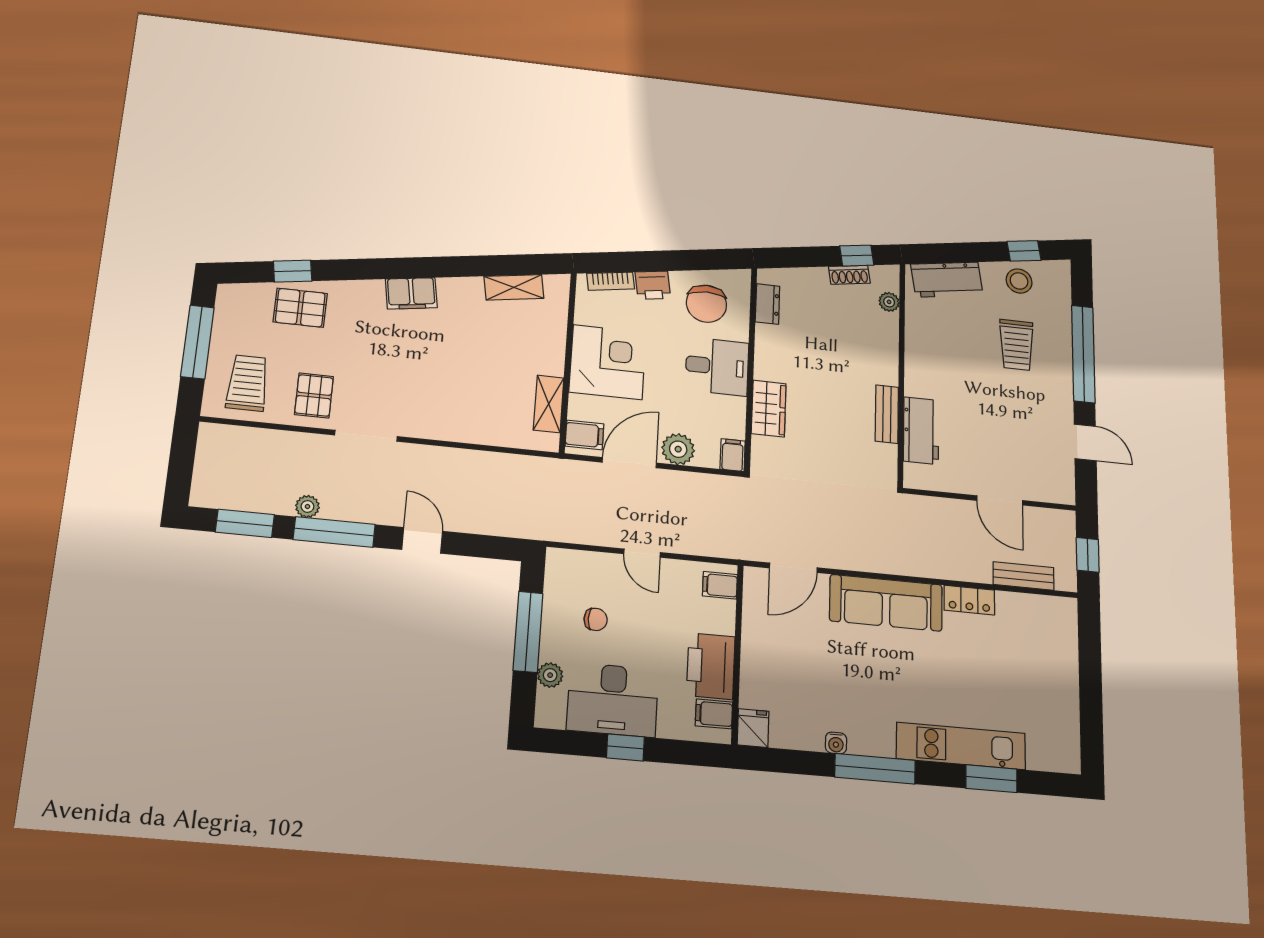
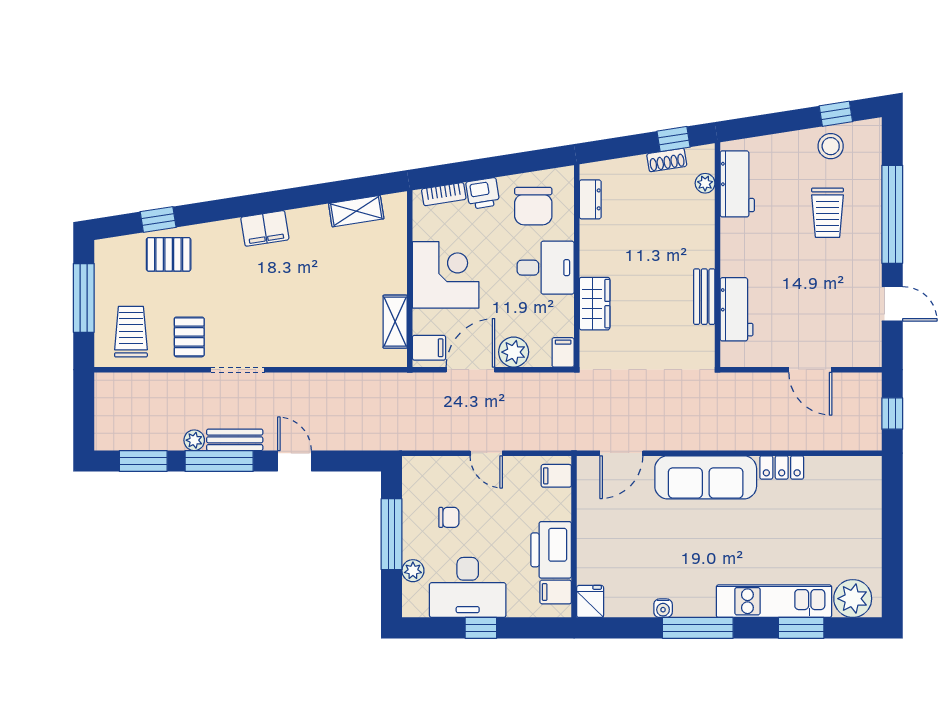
workbench: (947, 280) -> (737, 184), moved, turned -81
bench: (1023, 576) -> (235, 440), moved
plant: (1048, 751) -> (853, 599), added

